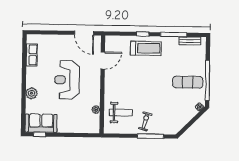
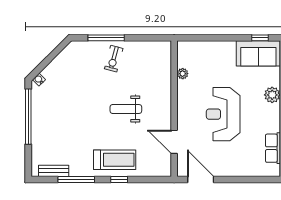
treadmill: (146, 48) -> (115, 160), turned 180
door: (103, 60) -> (174, 142), hinge flipped
reception desk: (67, 80) -> (223, 114), turned 180
exercise mat: (188, 82) -> (56, 114), removed
weight bench: (121, 113) -> (126, 109), moved

